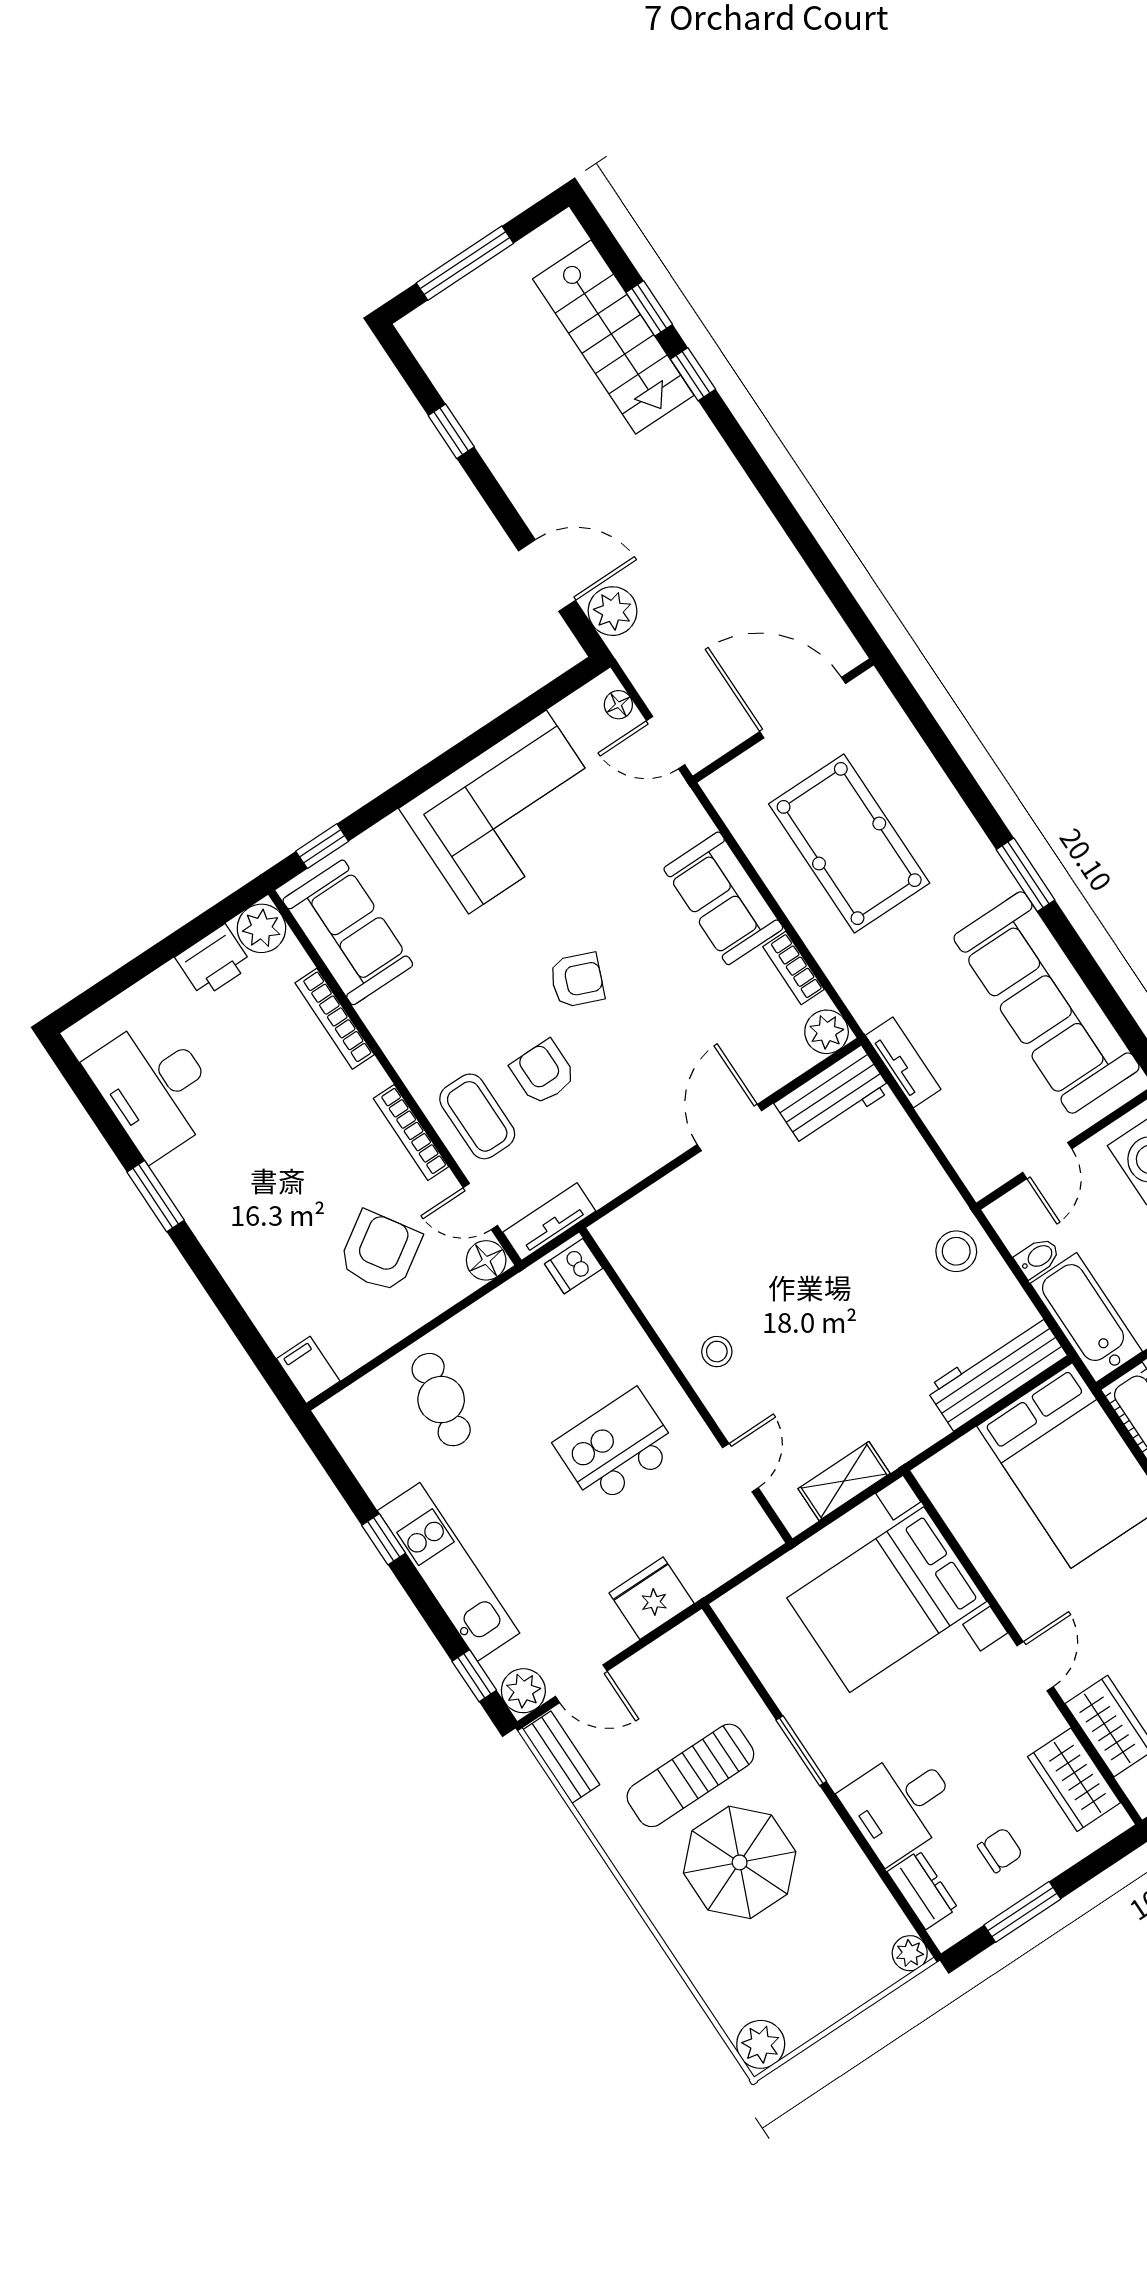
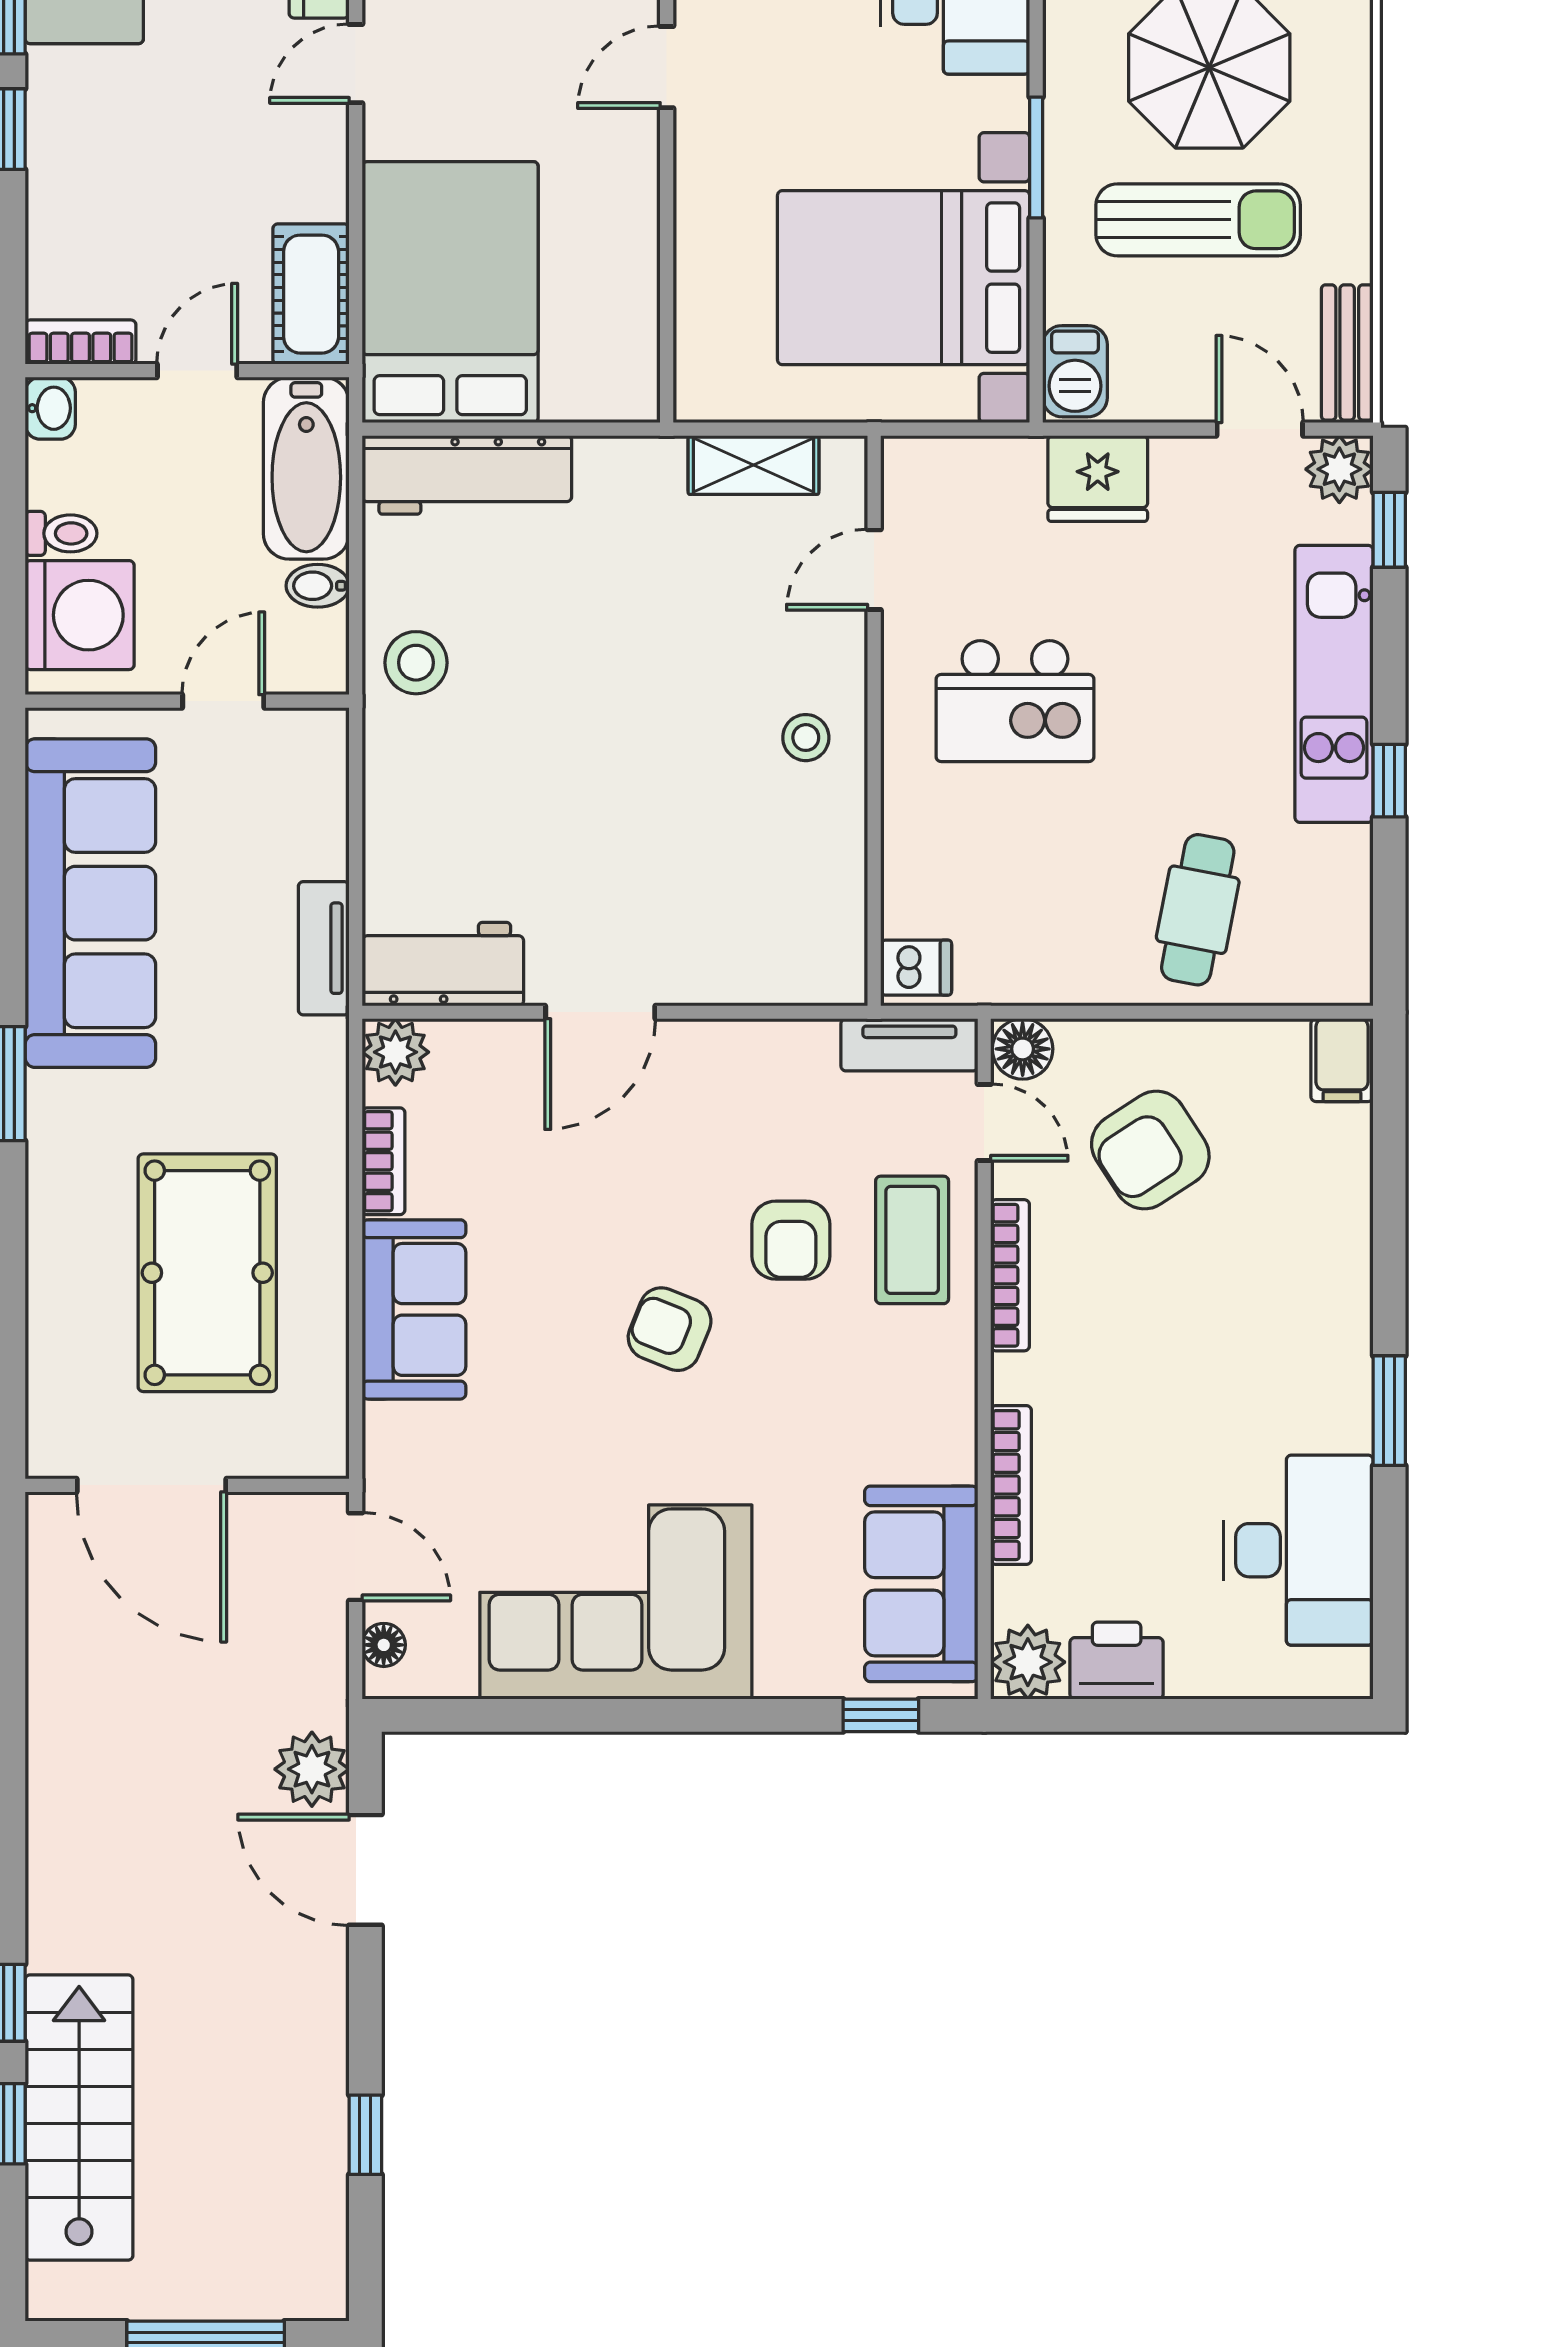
bed with nightstands: (887, 1600) -> (904, 278), moved, turned 180
barbecue: (703, 1648) -> (1075, 371), added

